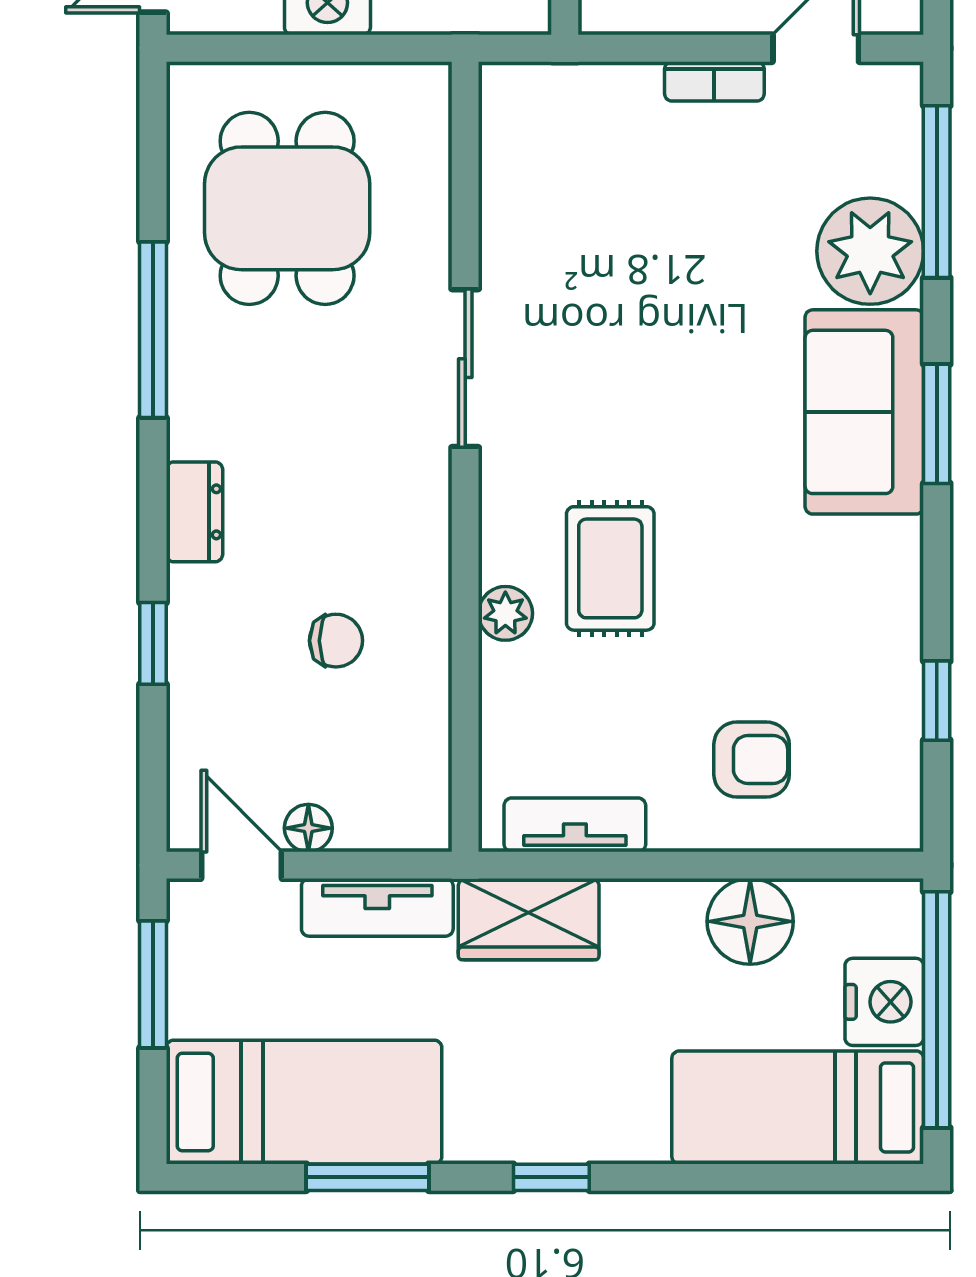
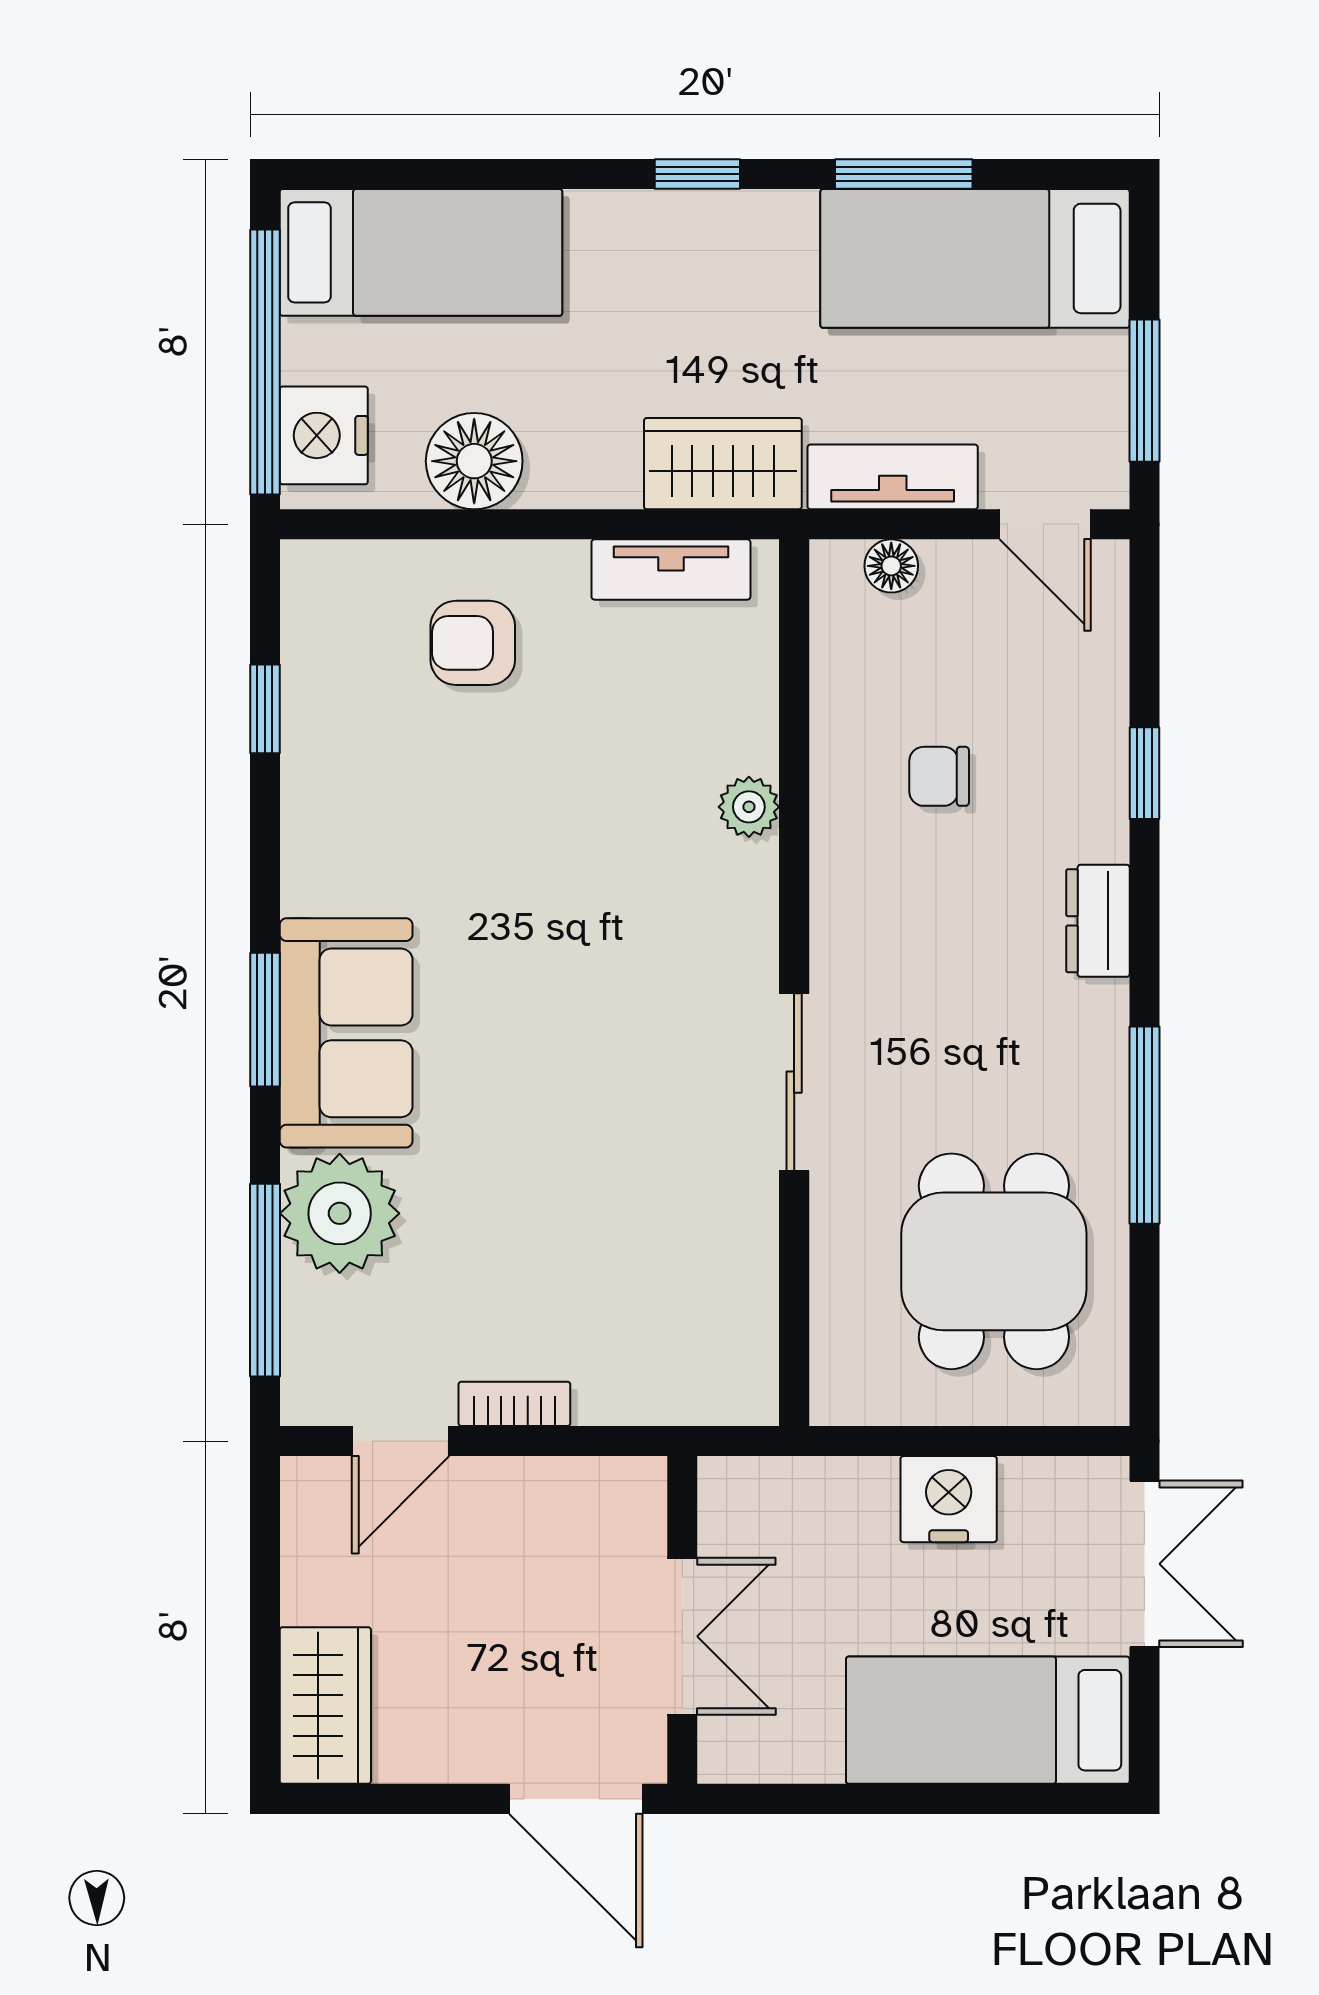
rug: (610, 568) -> (631, 857), removed
floor lamp: (308, 828) -> (891, 566), moved
nightstand: (884, 1002) -> (324, 435), moved

